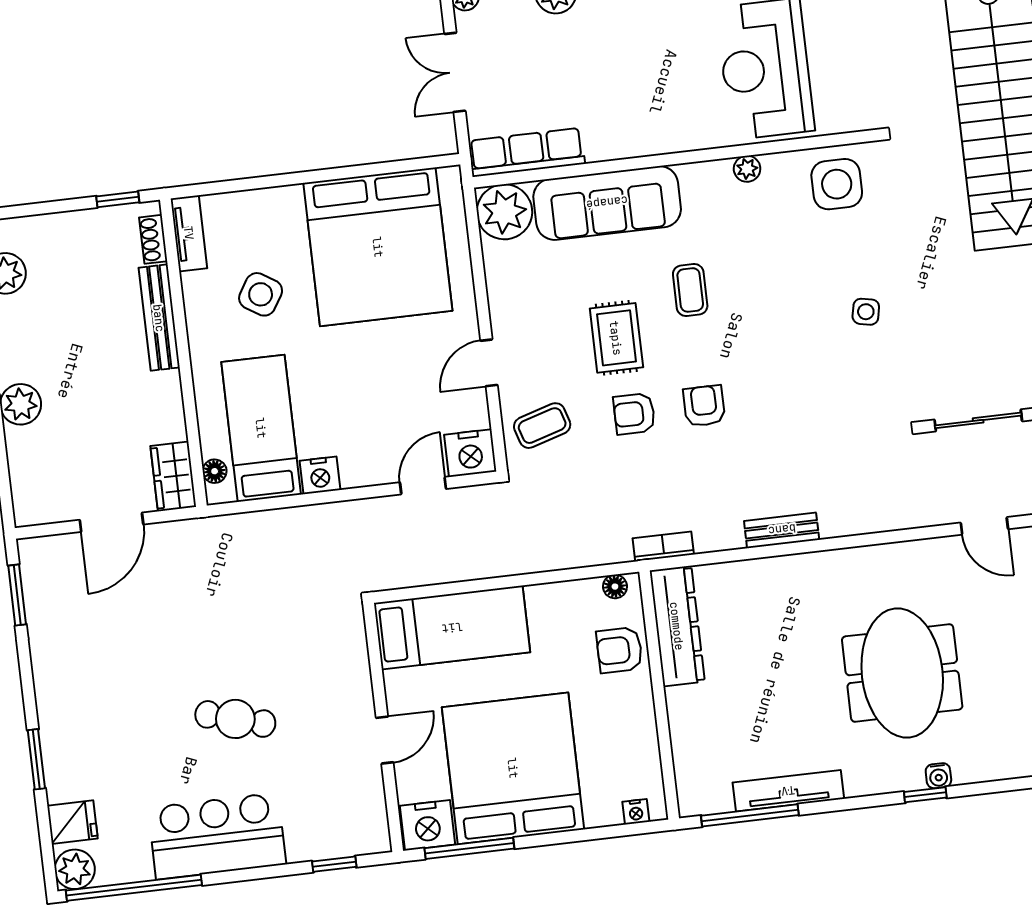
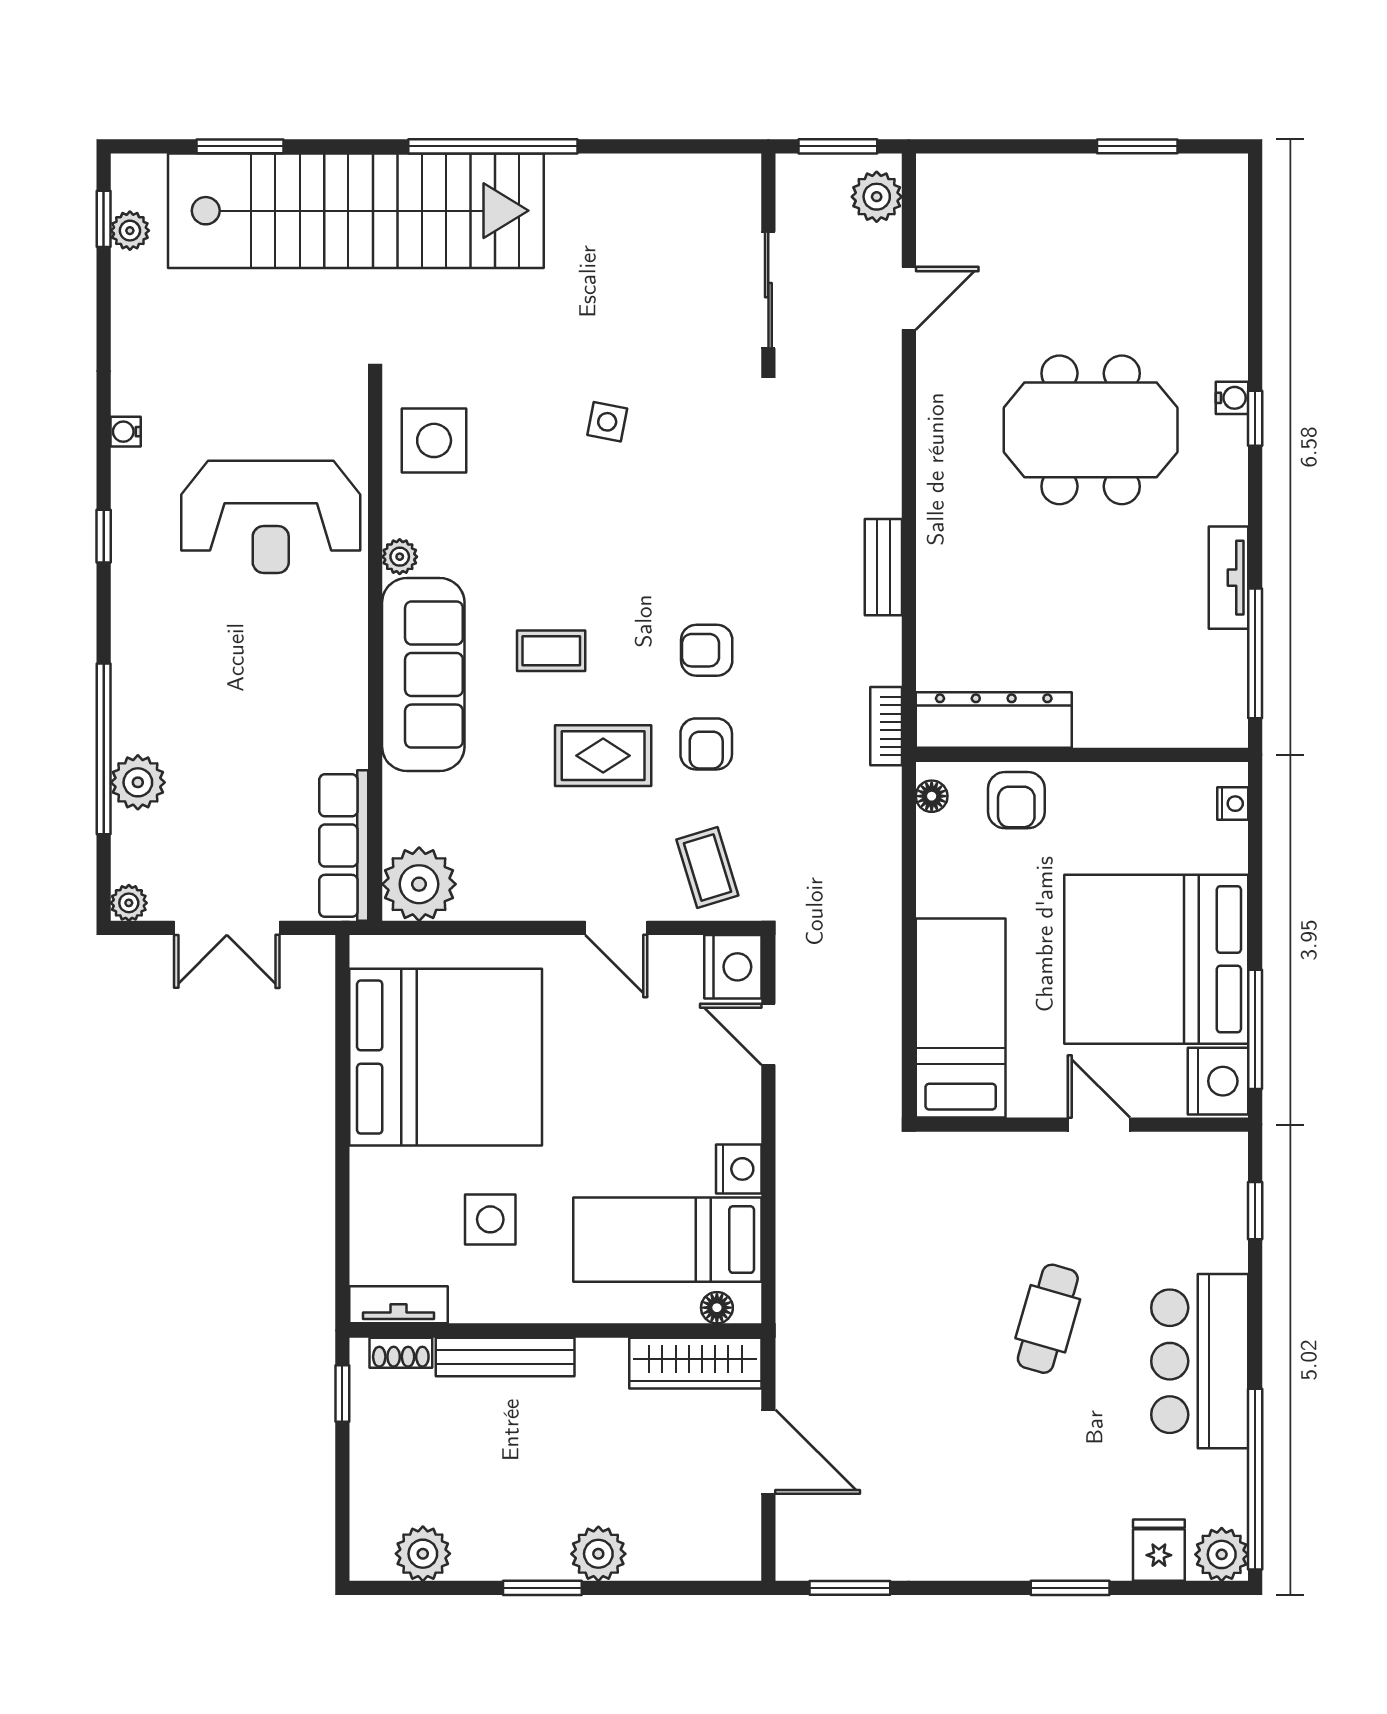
sofa: (607, 203) -> (423, 675), moved
side table: (261, 294) -> (490, 1219), turned -32
wardrobe: (173, 476) -> (695, 1363), width x1.50
tv unit: (788, 791) -> (1229, 578), width x0.71

